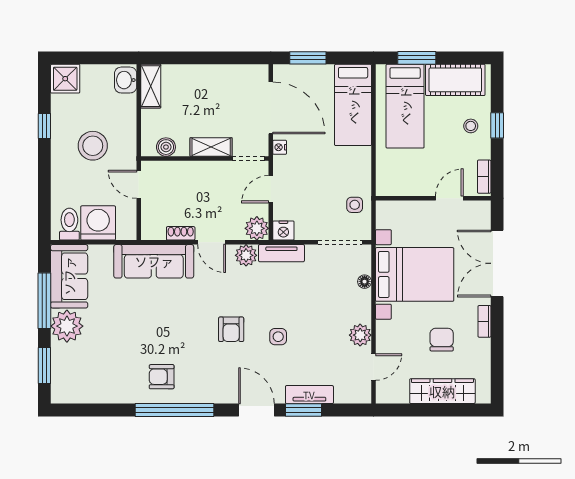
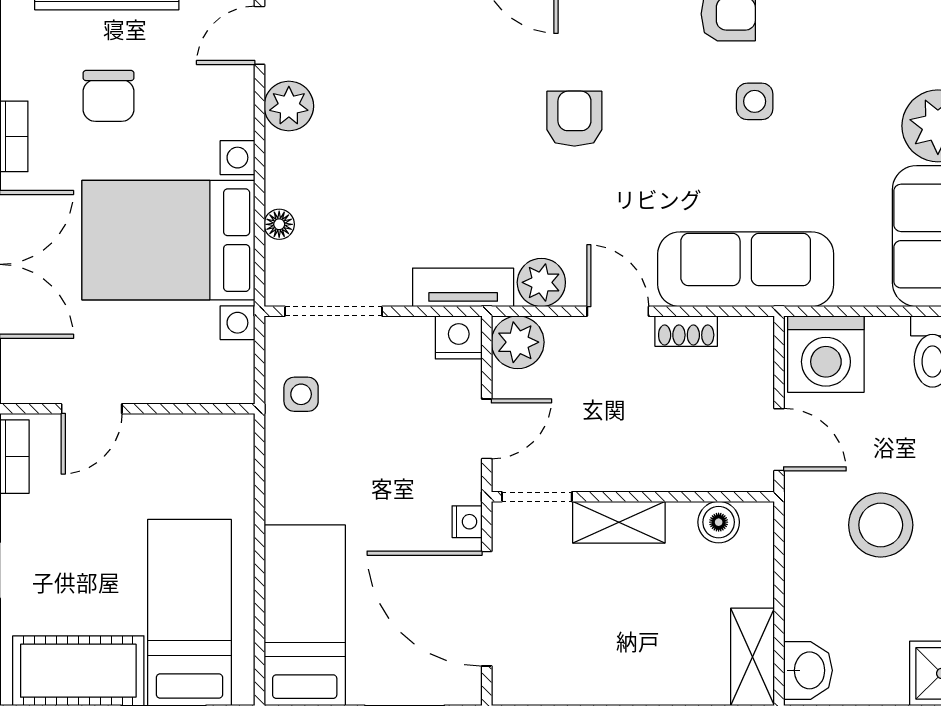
stool: (471, 126) -> (44, 569), removed
washing machine: (98, 223) -> (826, 354), moved
side table: (278, 337) -> (755, 101), moved

